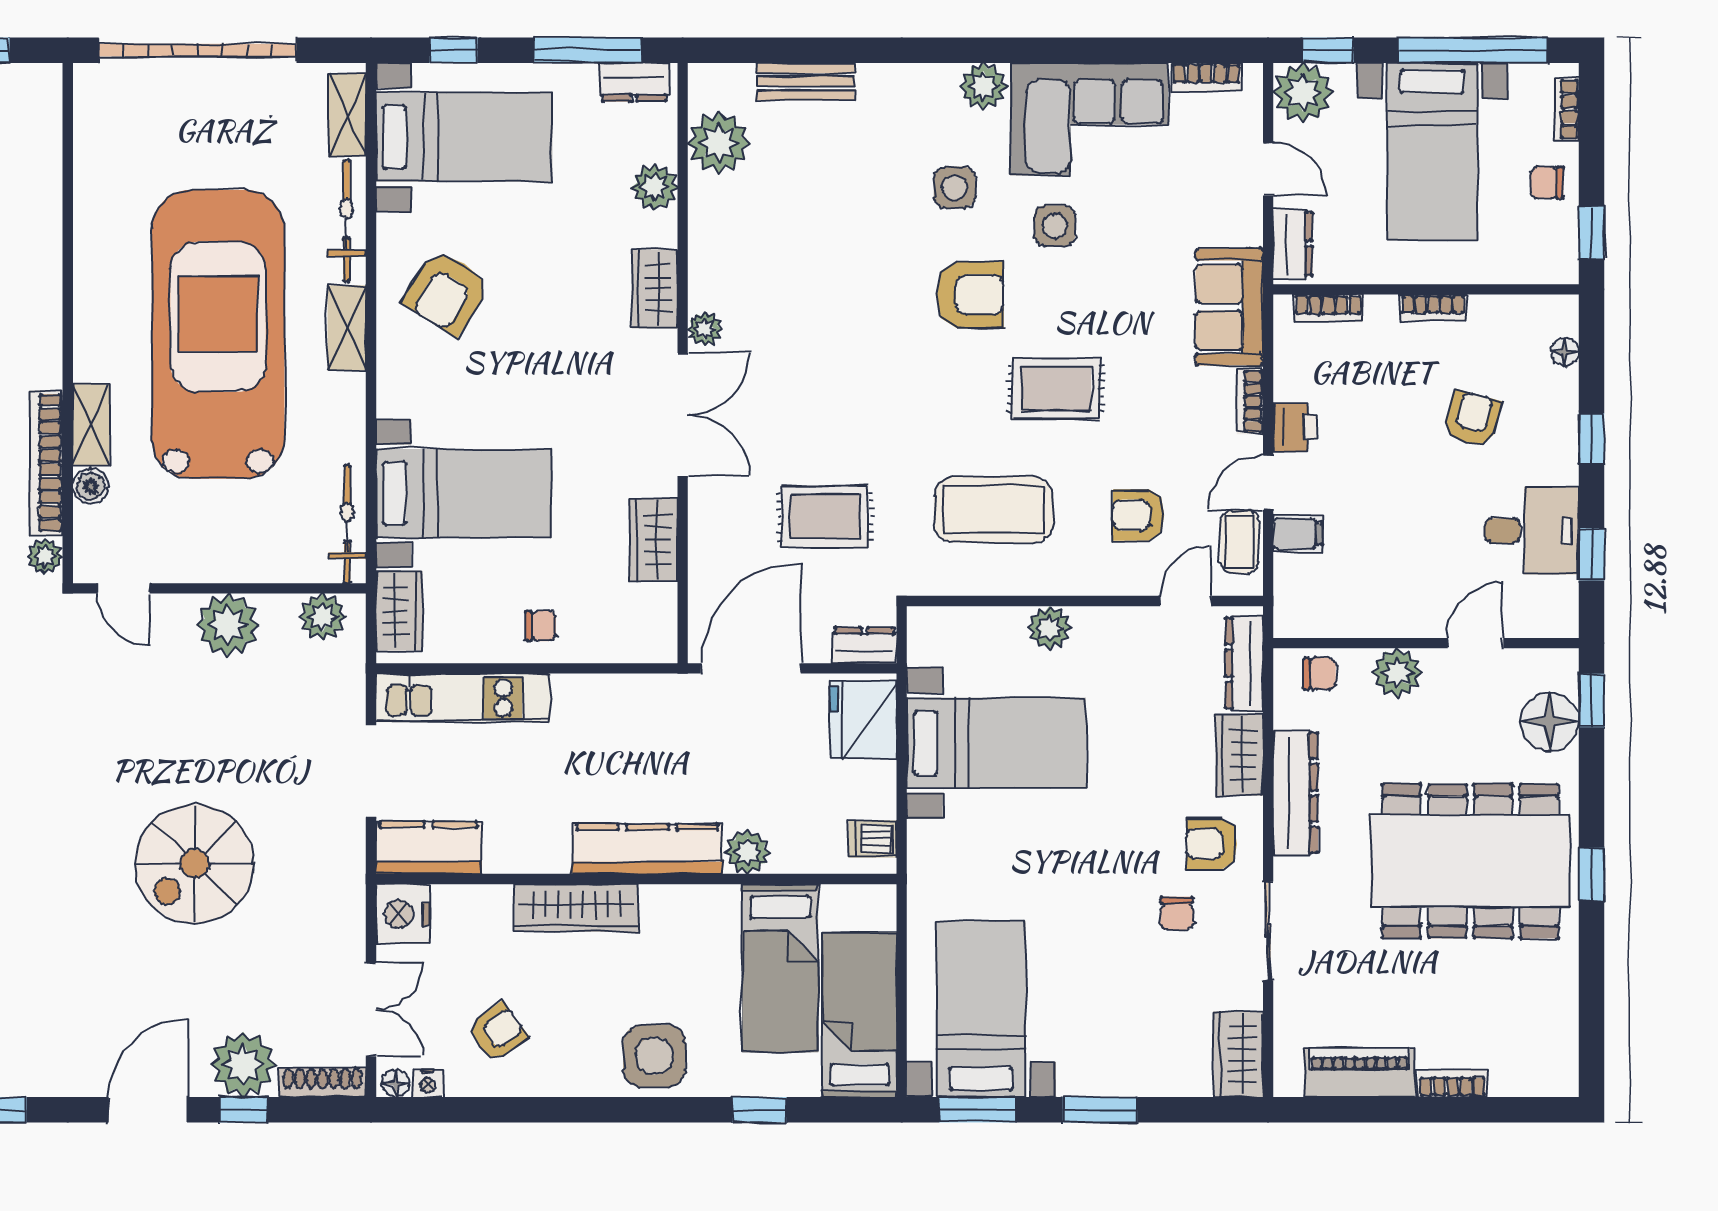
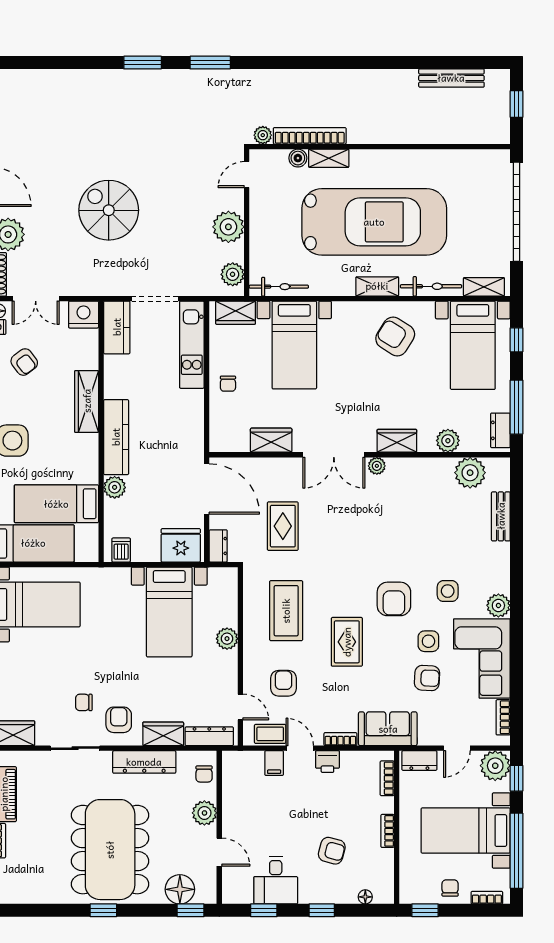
armchair: (1128, 229) -> (427, 678), added

